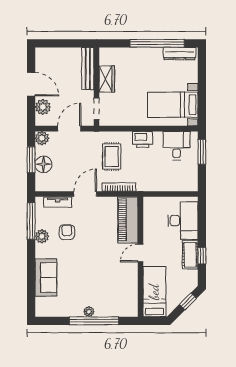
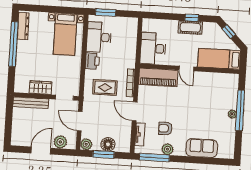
desk: (177, 146) -> (99, 37), width x1.37
desk: (183, 221) -> (153, 48), moved, turned -90

